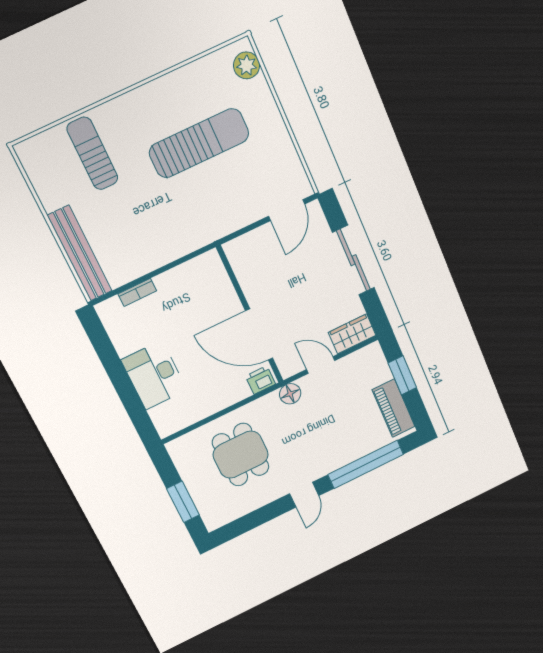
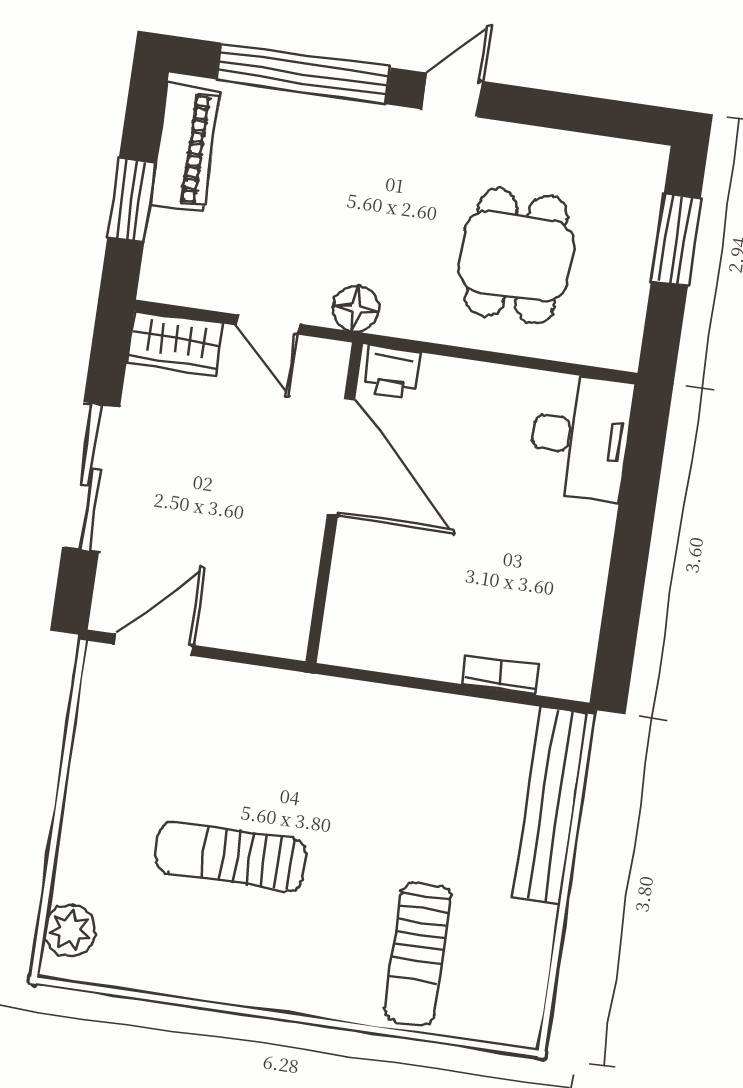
sun lounger: (199, 143) -> (231, 856), width x0.73, depth x0.75
desk: (154, 375) -> (580, 437), moved

